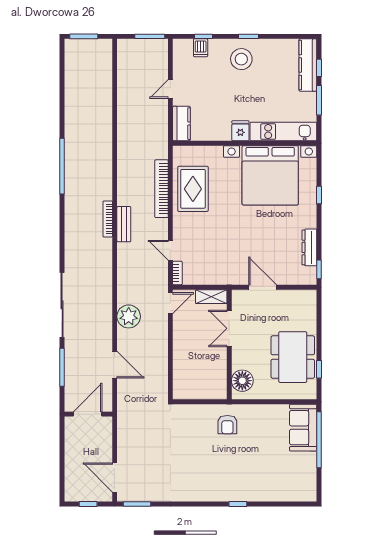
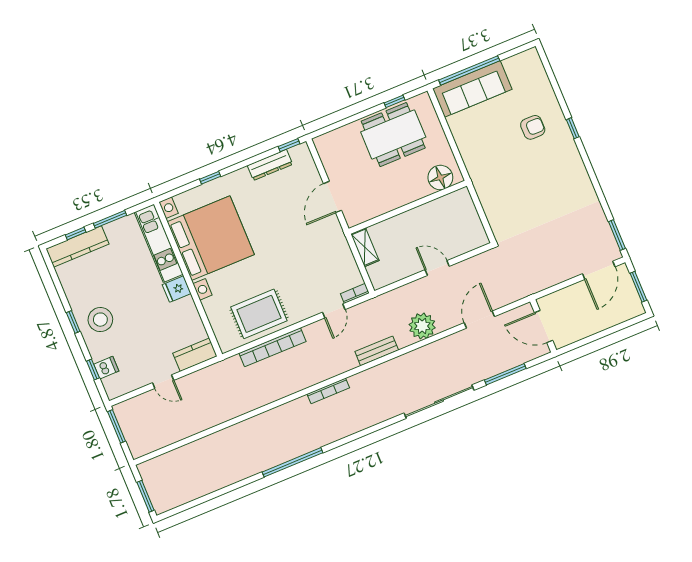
bench: (124, 224) -> (377, 351), moved
door: (170, 303) -> (437, 268), moved
double door: (229, 328) -> (391, 214), removed
armchair: (227, 425) -> (533, 127), moved
sofa: (303, 428) -> (472, 89), width x1.36
window: (88, 504) -> (638, 287), width x1.50

